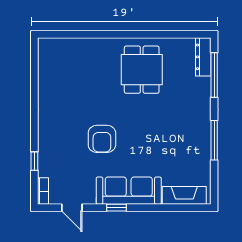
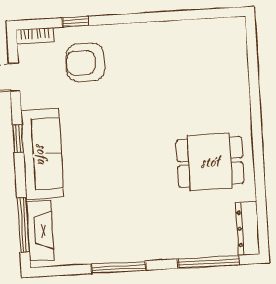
dresser: (203, 57) -> (248, 228), moved, turned -90
armchair: (102, 139) -> (85, 63), moved
window: (179, 208) -> (23, 225), added

